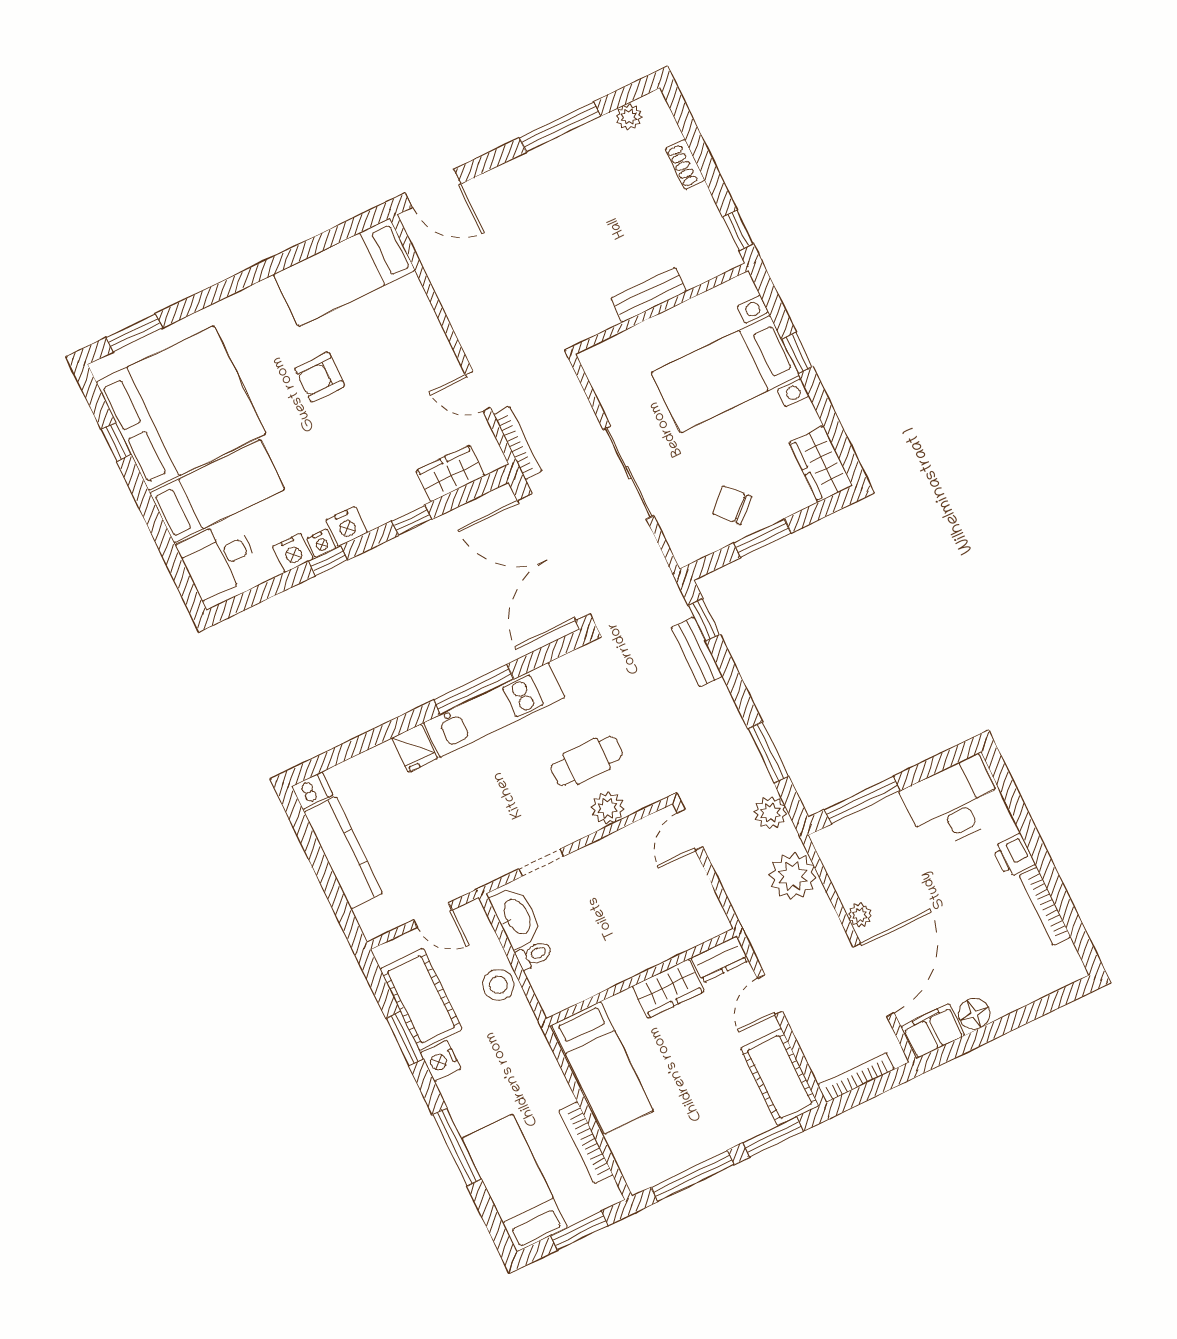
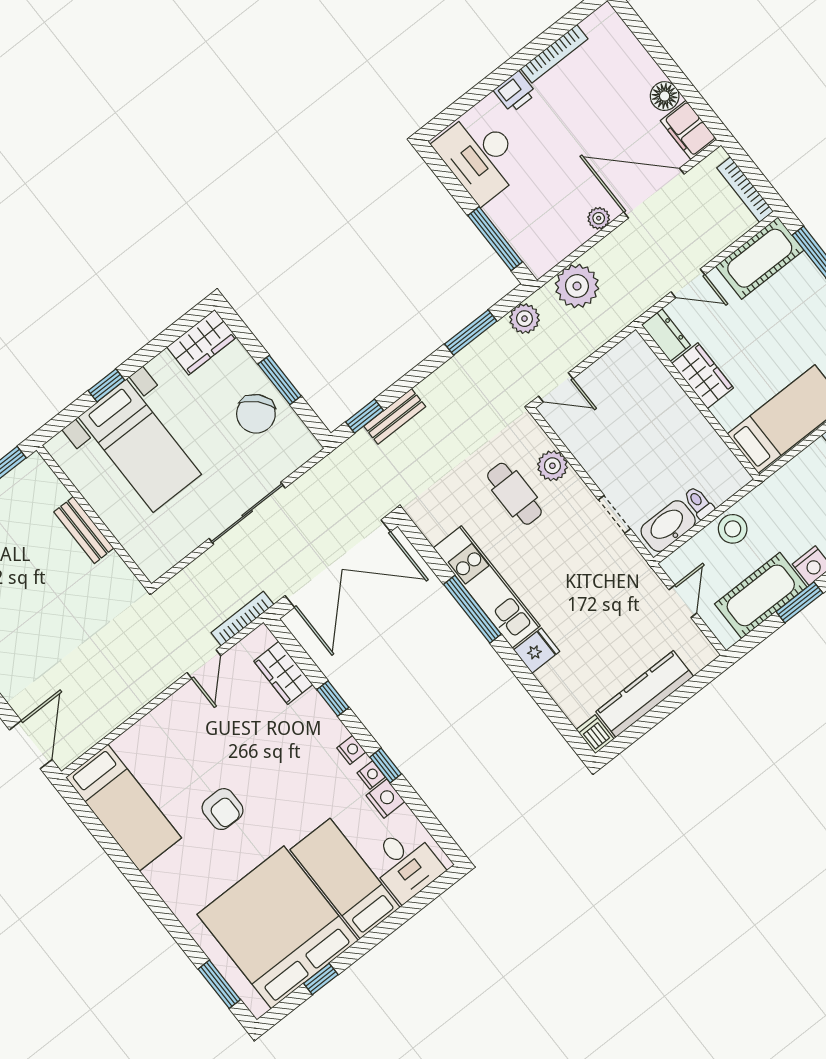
chair: (732, 505) -> (256, 414), width x1.37, depth x1.37
nightstand: (347, 526) -> (351, 750), width x0.72, depth x0.74

